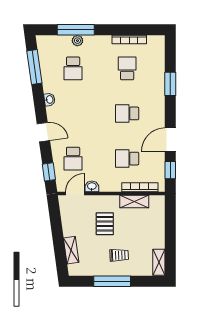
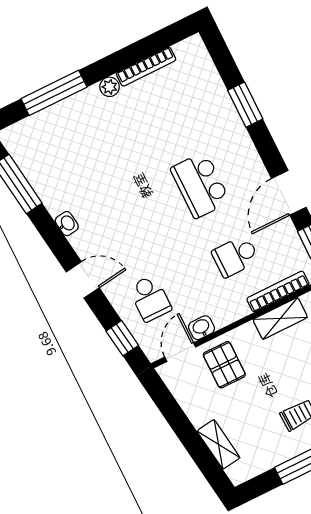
plant: (77, 41) -> (110, 87), moved
school desk: (73, 68) -> (80, 156), removed
school desk: (127, 68) -> (165, 114), removed
school desk: (127, 113) -> (200, 185), width x1.85
pallet: (105, 224) -> (224, 365), moved

